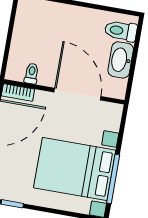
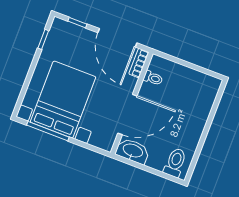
washbasin: (121, 60) -> (133, 151), moved

